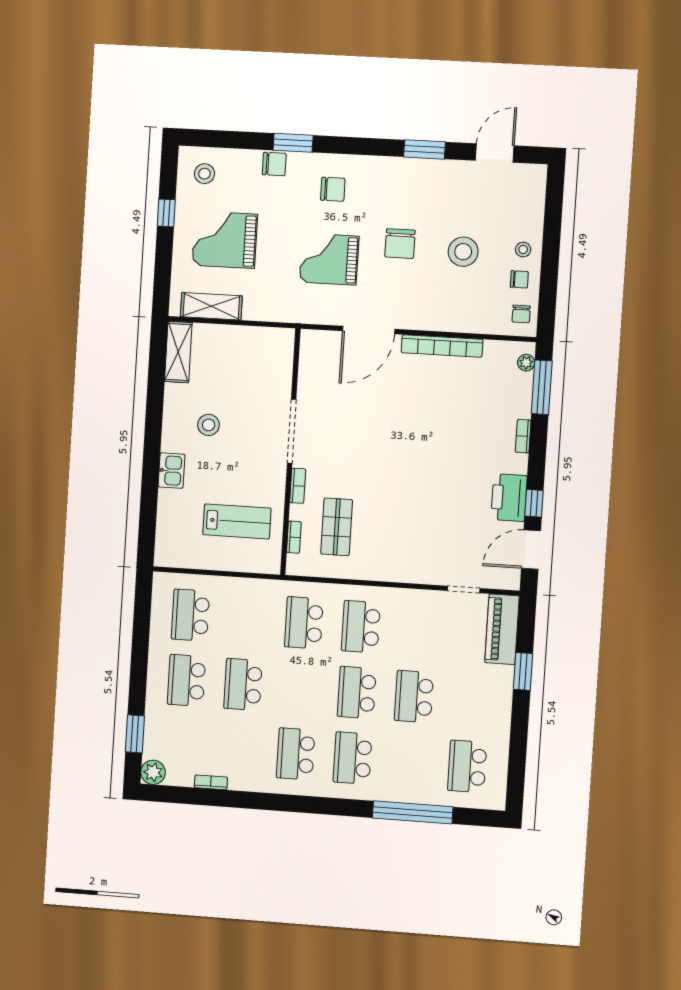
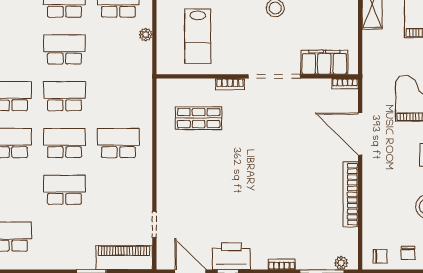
chair: (521, 314) -> (380, 256), turned 180
filing cabinet: (278, 369) -> (324, 62), added
bookcase: (294, 537) -> (345, 84), moved
plant: (231, 585) -> (146, 35), added
school desk: (304, 623) -> (64, 96), moved

